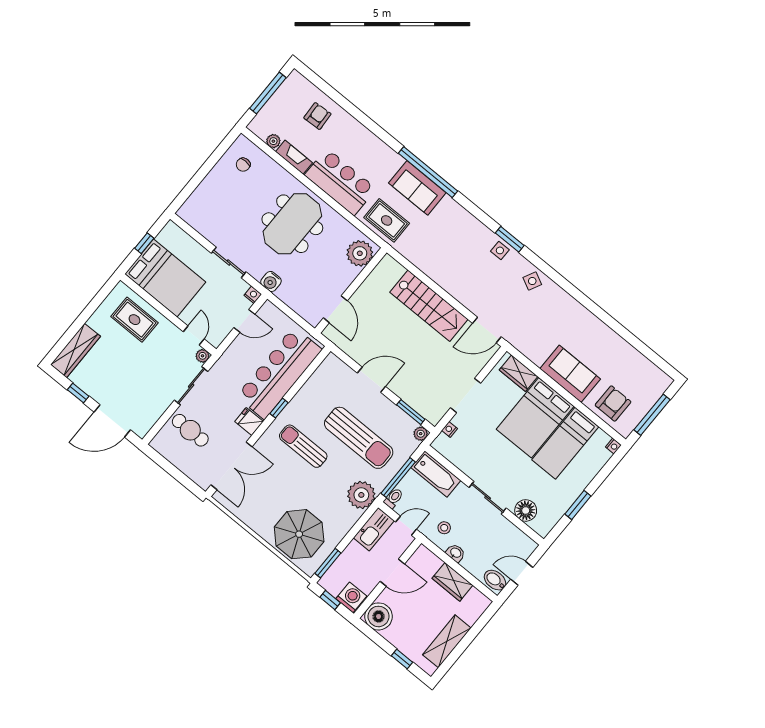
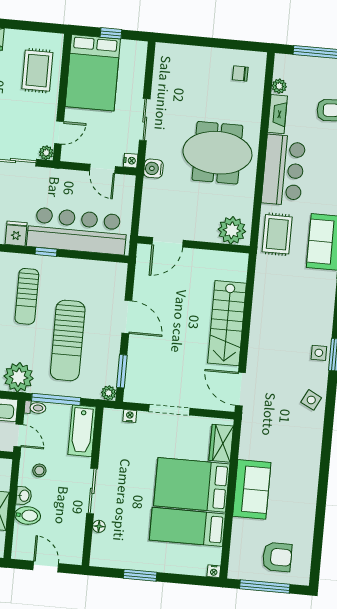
armchair: (613, 403) -> (277, 557), moved
sun lounger: (303, 446) -> (27, 296), turned 180
floor lamp: (526, 510) -> (99, 526), width x0.53, depth x0.53
bidet: (495, 580) -> (28, 515), moved, turned 90

